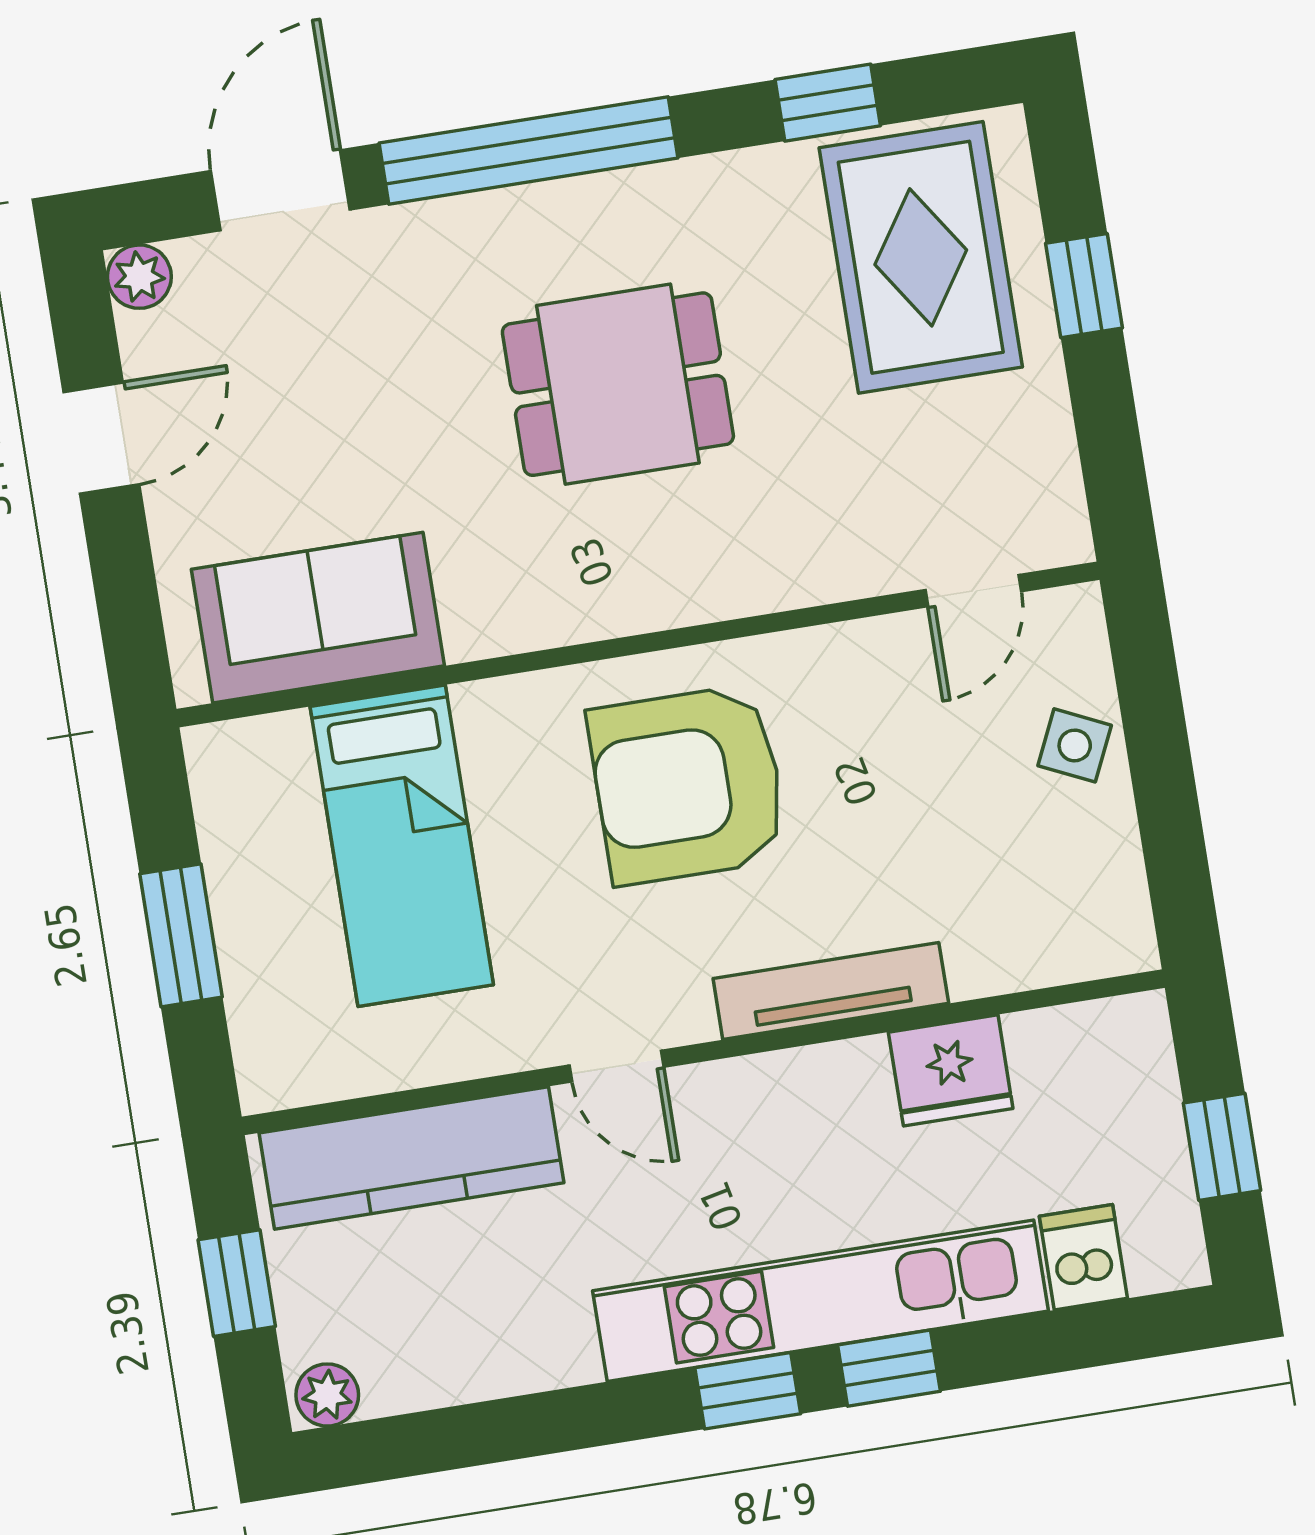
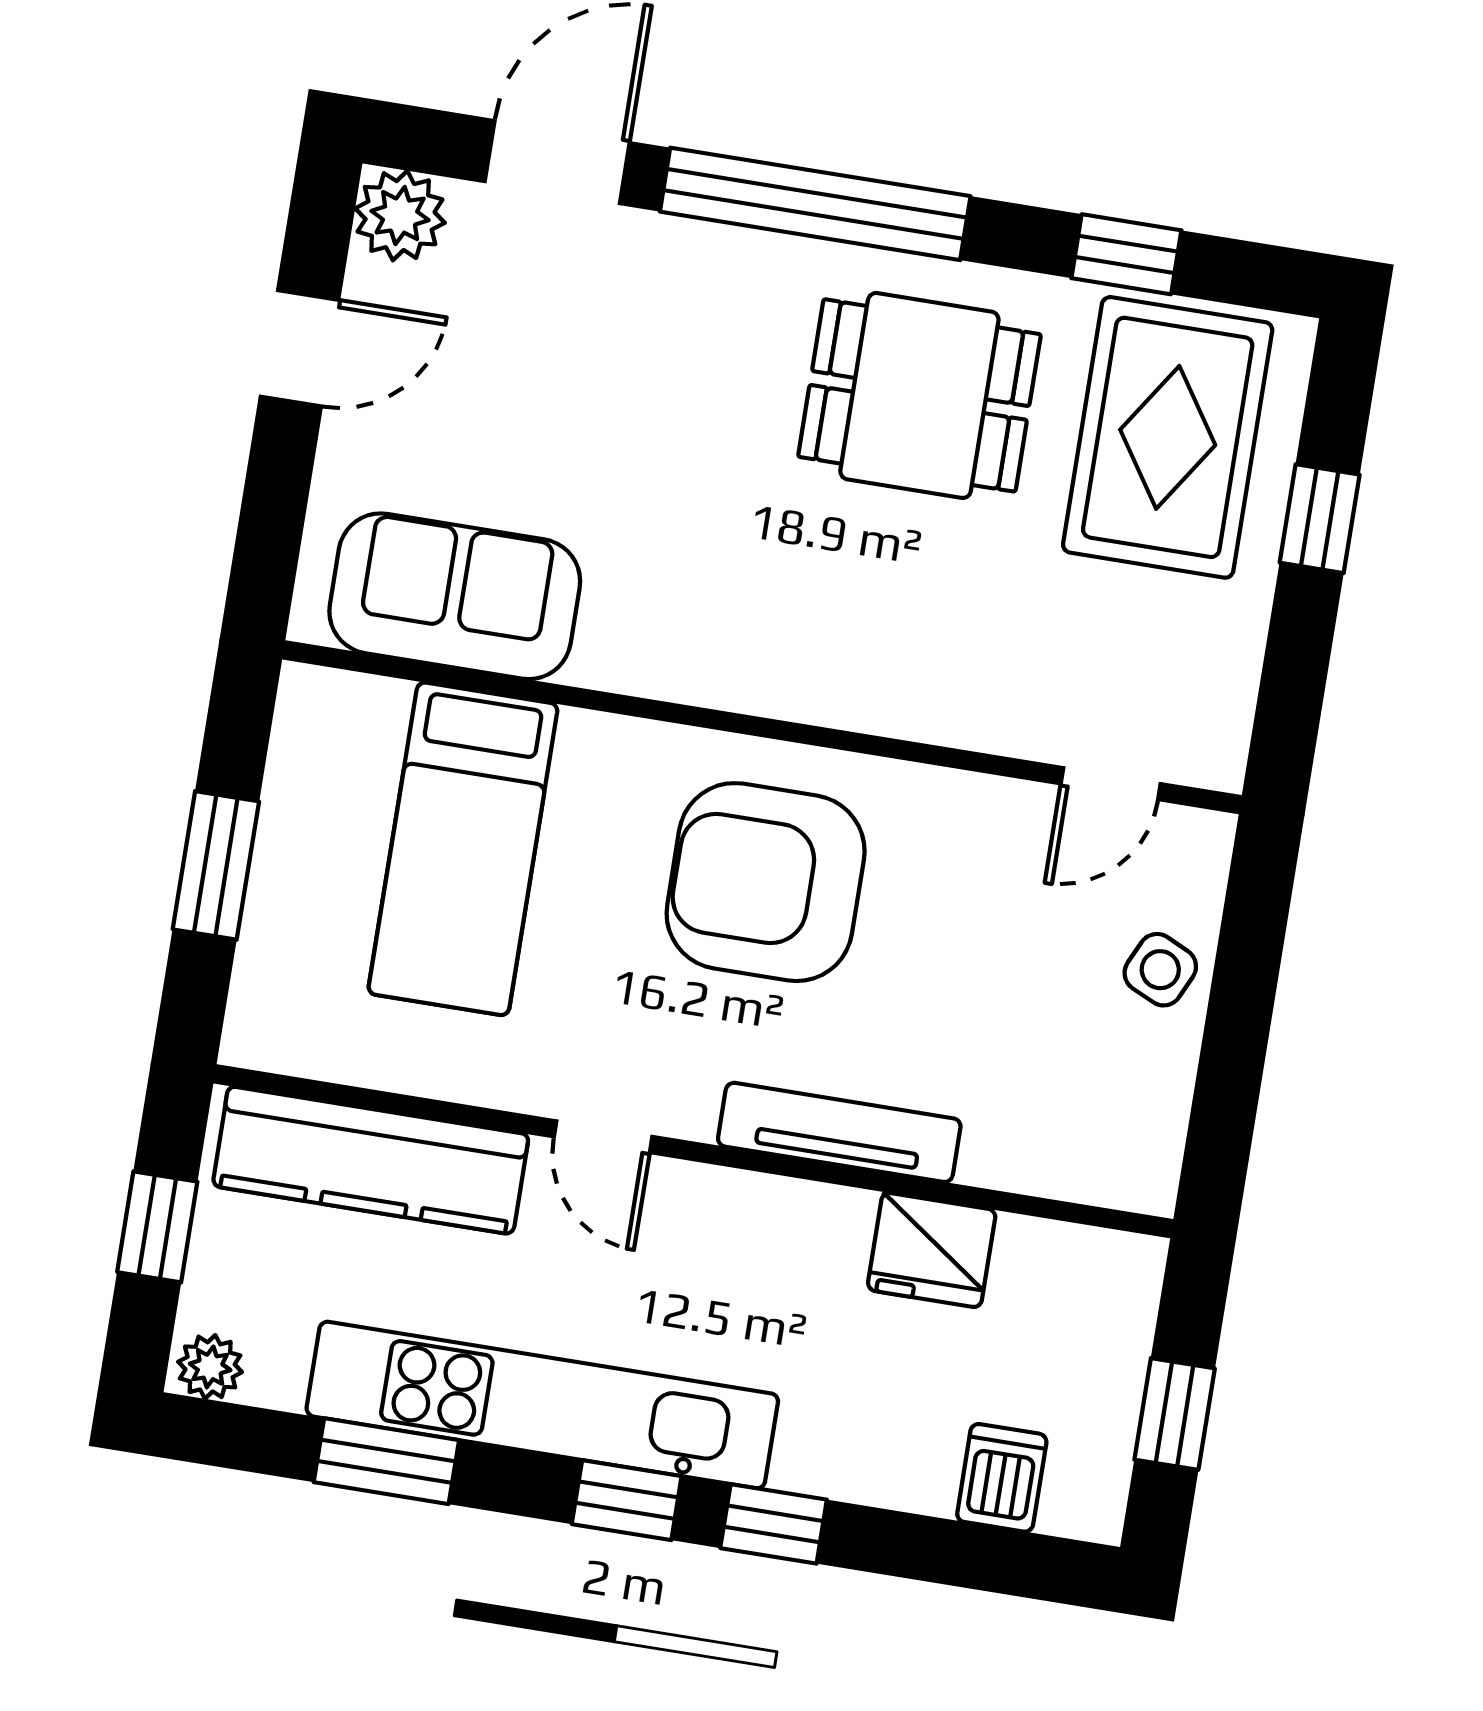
plant: (139, 277) -> (400, 216), width x1.38, depth x1.38
dining table: (618, 384) -> (919, 395), moved
kitchen unit: (821, 1301) -> (542, 1405), moved
window: (517, 1428) -> (386, 1461), added

